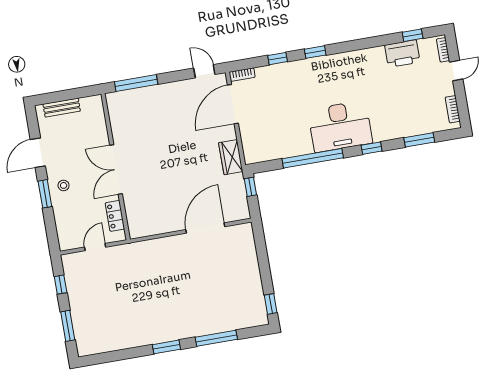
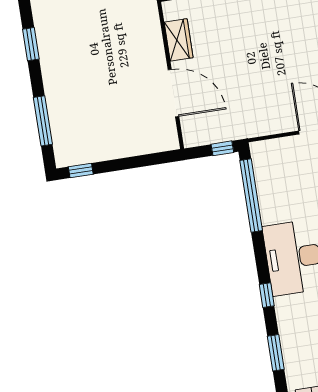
wardrobe: (231, 157) -> (179, 40), moved, turned 90
window: (313, 158) -> (251, 195), moved
window: (216, 338) -> (43, 121), moved

